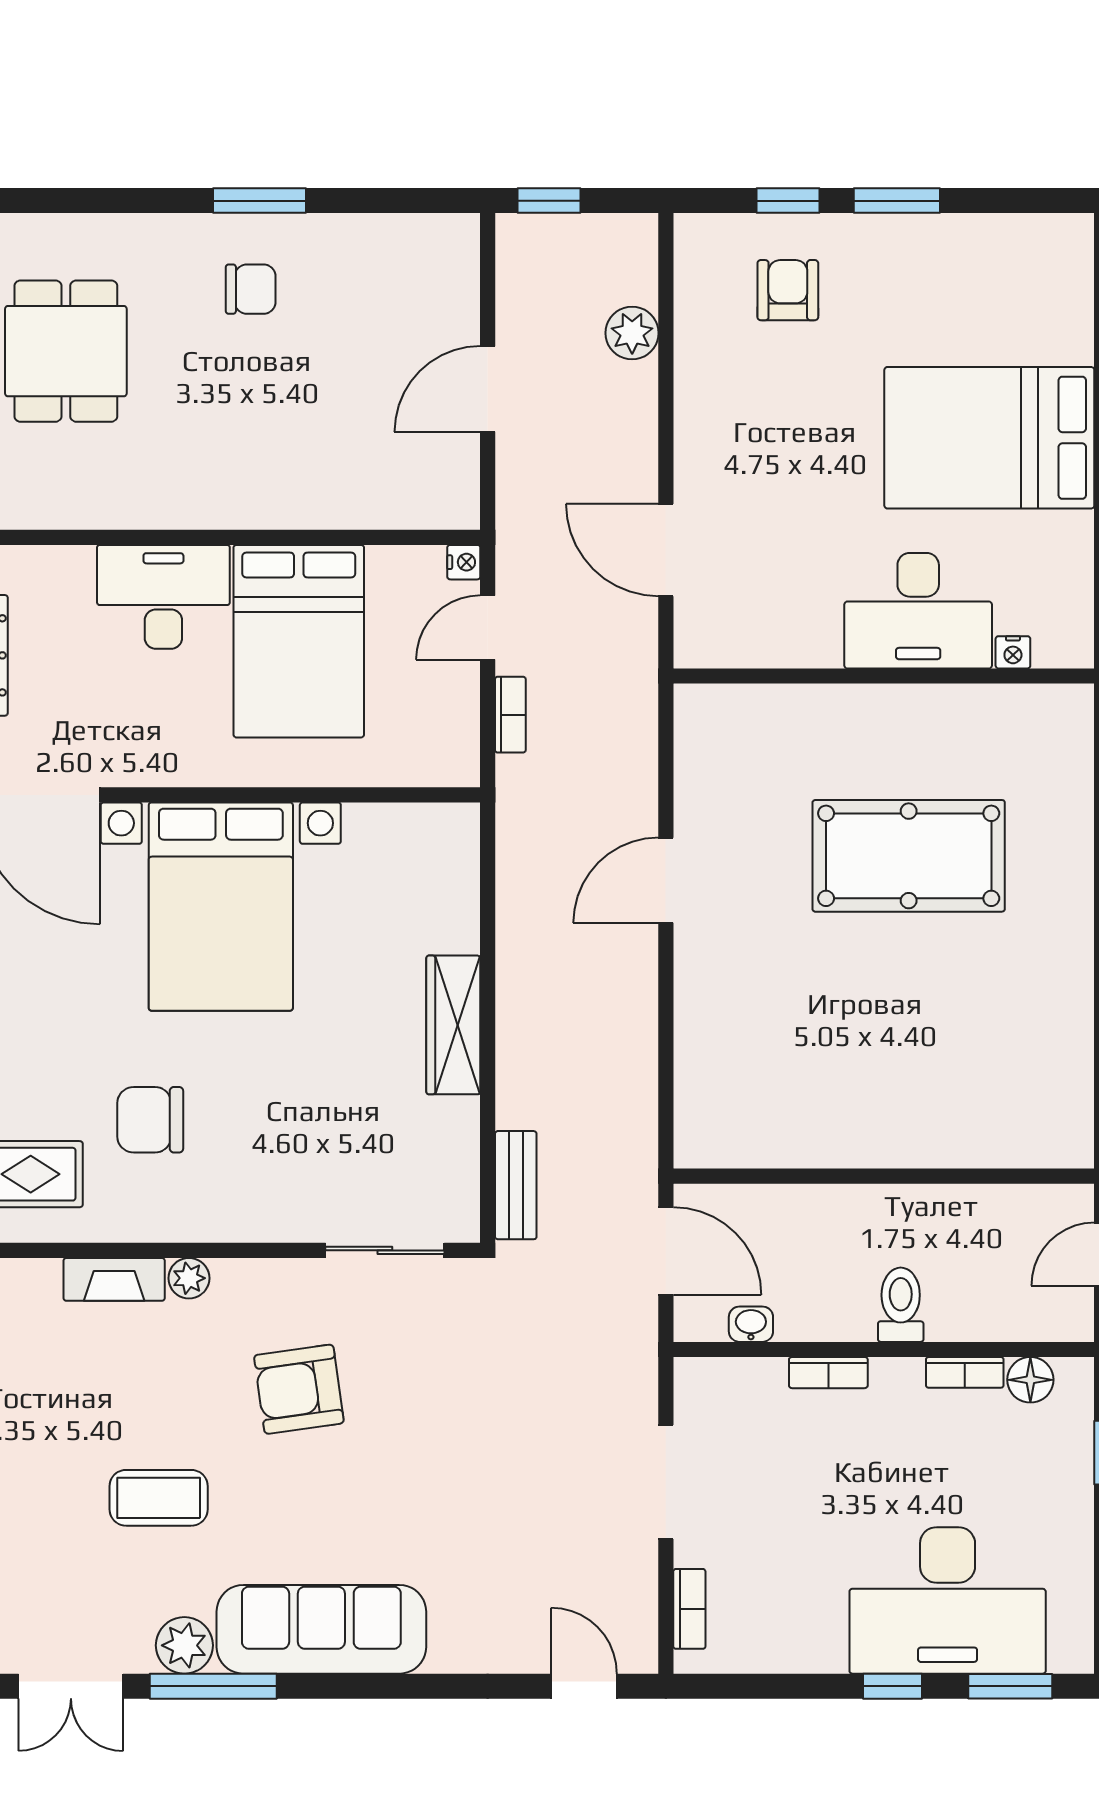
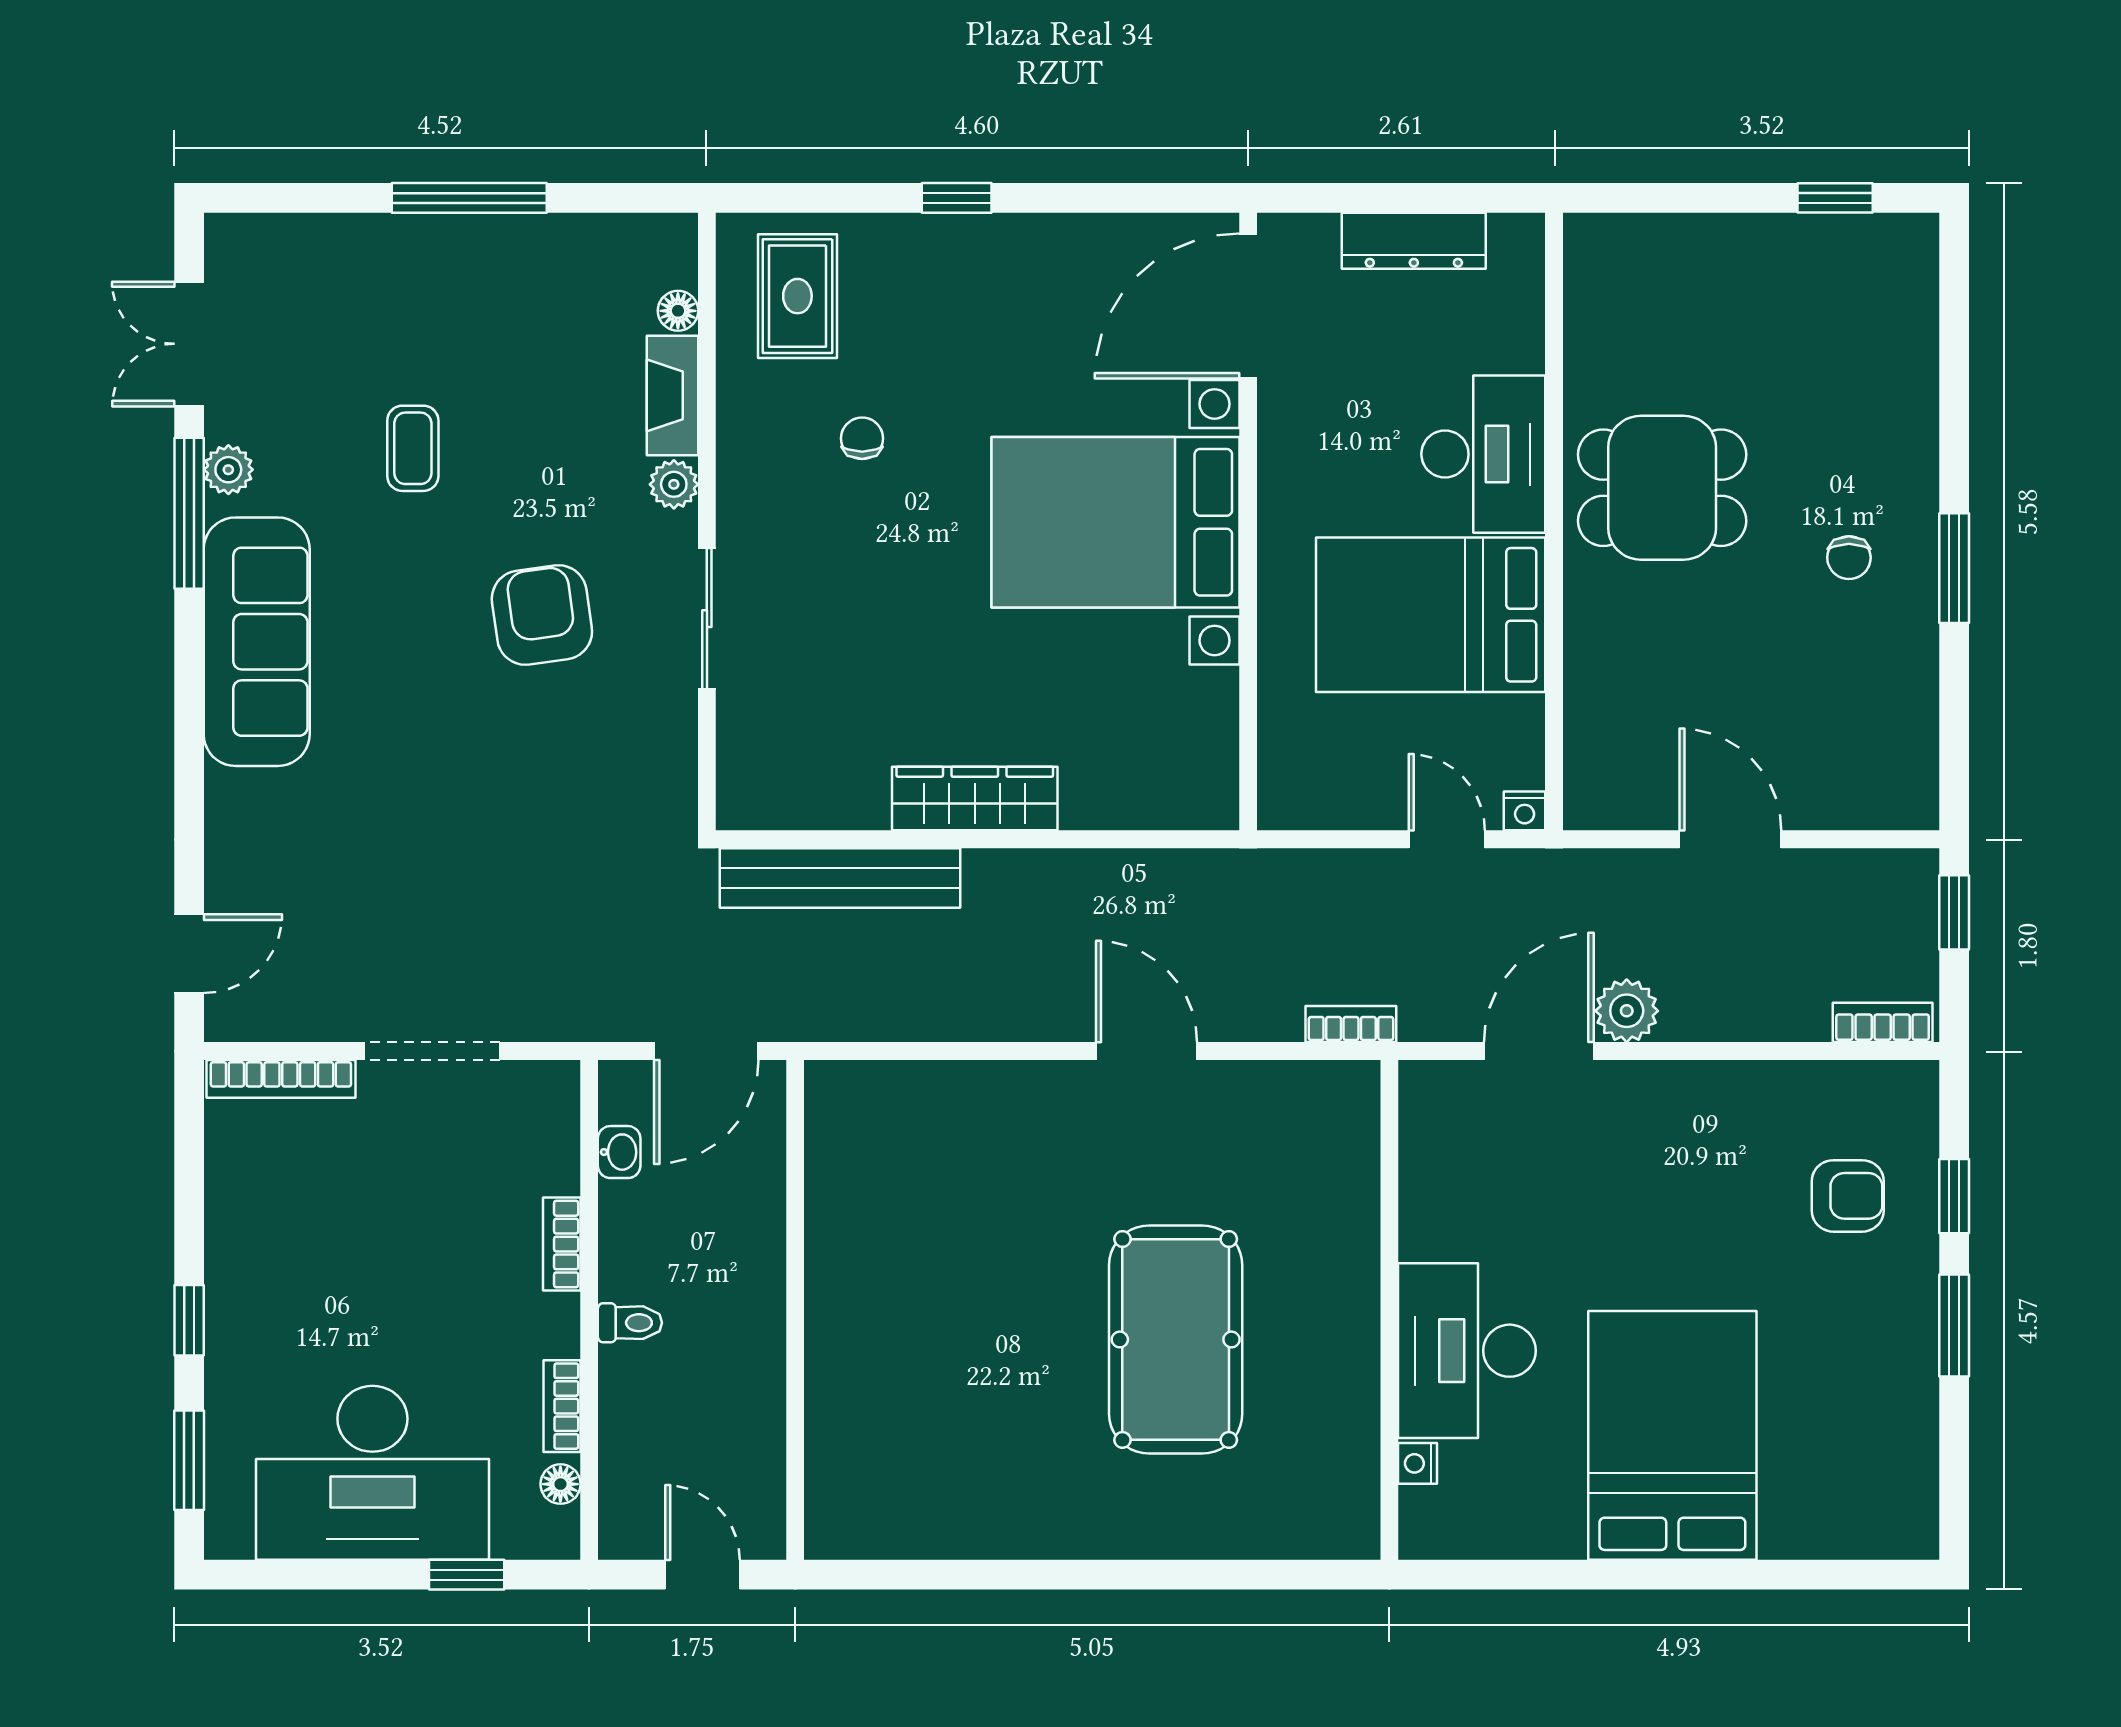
bookcase: (642, 261) -> (1883, 1022), added
chair: (251, 289) -> (1849, 558), width x0.73, depth x0.73
plant: (632, 333) -> (1627, 1011), moved
dining table: (66, 351) -> (1662, 488), moved
bookcase: (510, 715) -> (1351, 1024), moved, turned 180
chair: (150, 1120) -> (862, 438), width x0.54, depth x0.54
bench: (516, 1185) -> (840, 878), width x1.86, depth x1.21
sliding door: (385, 1250) -> (707, 619), moved
floor lamp: (43, 1275) -> (678, 311), added
toilet: (901, 1305) -> (630, 1323), width x0.73, depth x0.72
floor lamp: (1030, 1380) -> (560, 1484), width x0.73, depth x0.73
coffee table: (159, 1498) -> (413, 448), width x0.73, depth x0.77
desk: (948, 1600) -> (372, 1473), moved, turned -90
bookcase: (689, 1609) -> (281, 1079), width x1.56
plant: (184, 1645) -> (228, 470), width x0.73, depth x0.73

